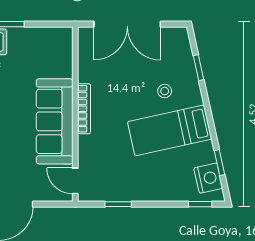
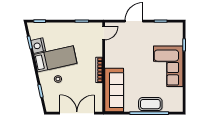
sofa: (55, 121) -> (114, 90), moved
nightstand: (208, 178) -> (38, 46), moved
door: (75, 181) -> (104, 33), hinge flipped

